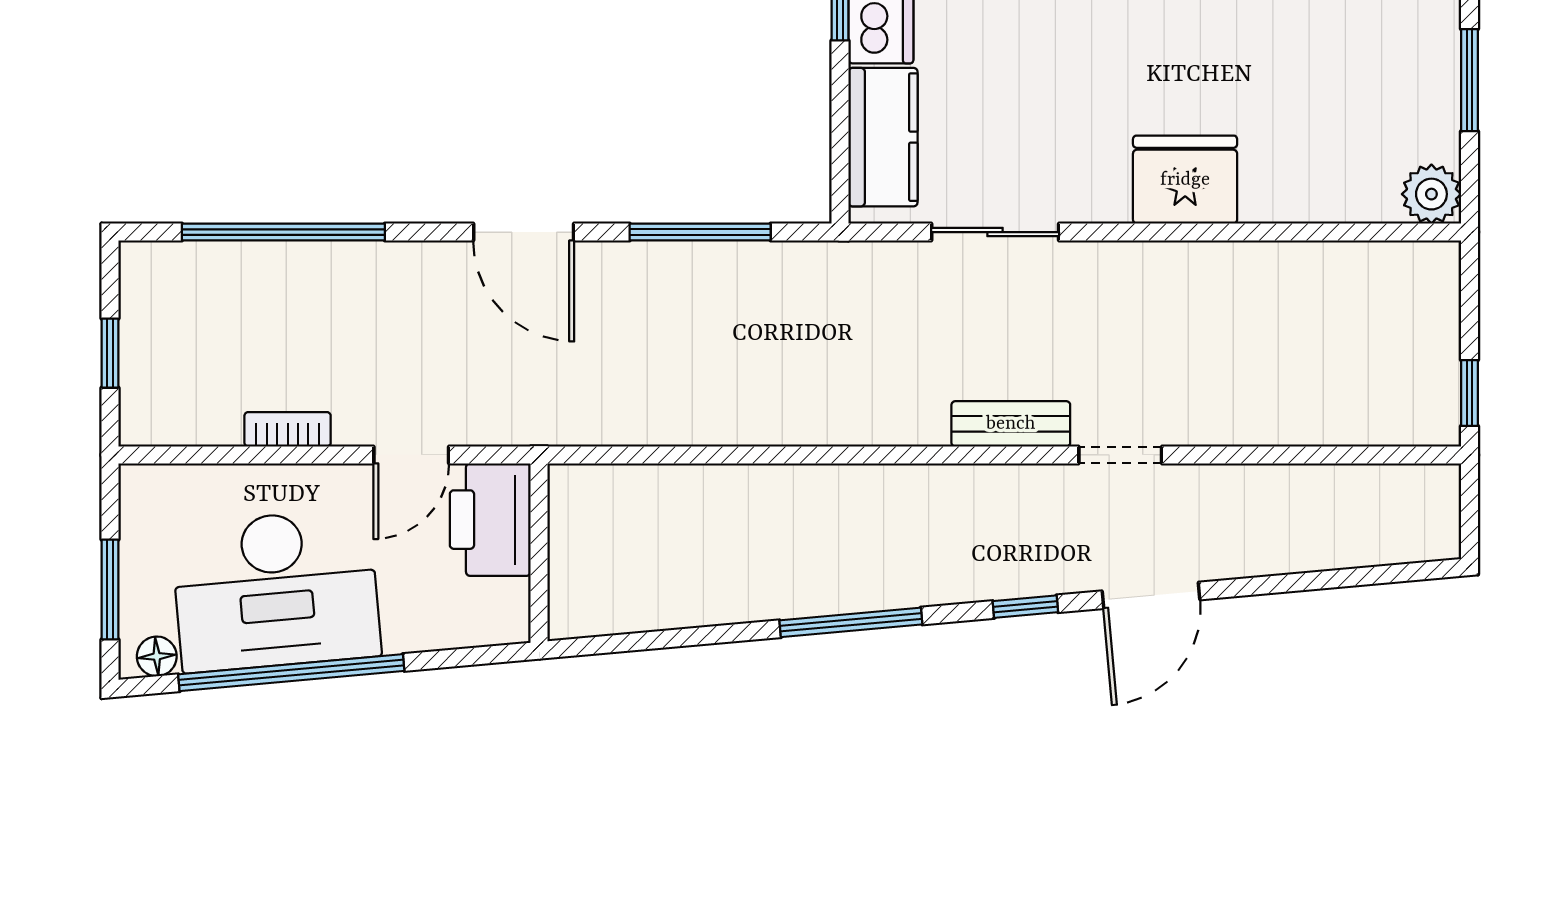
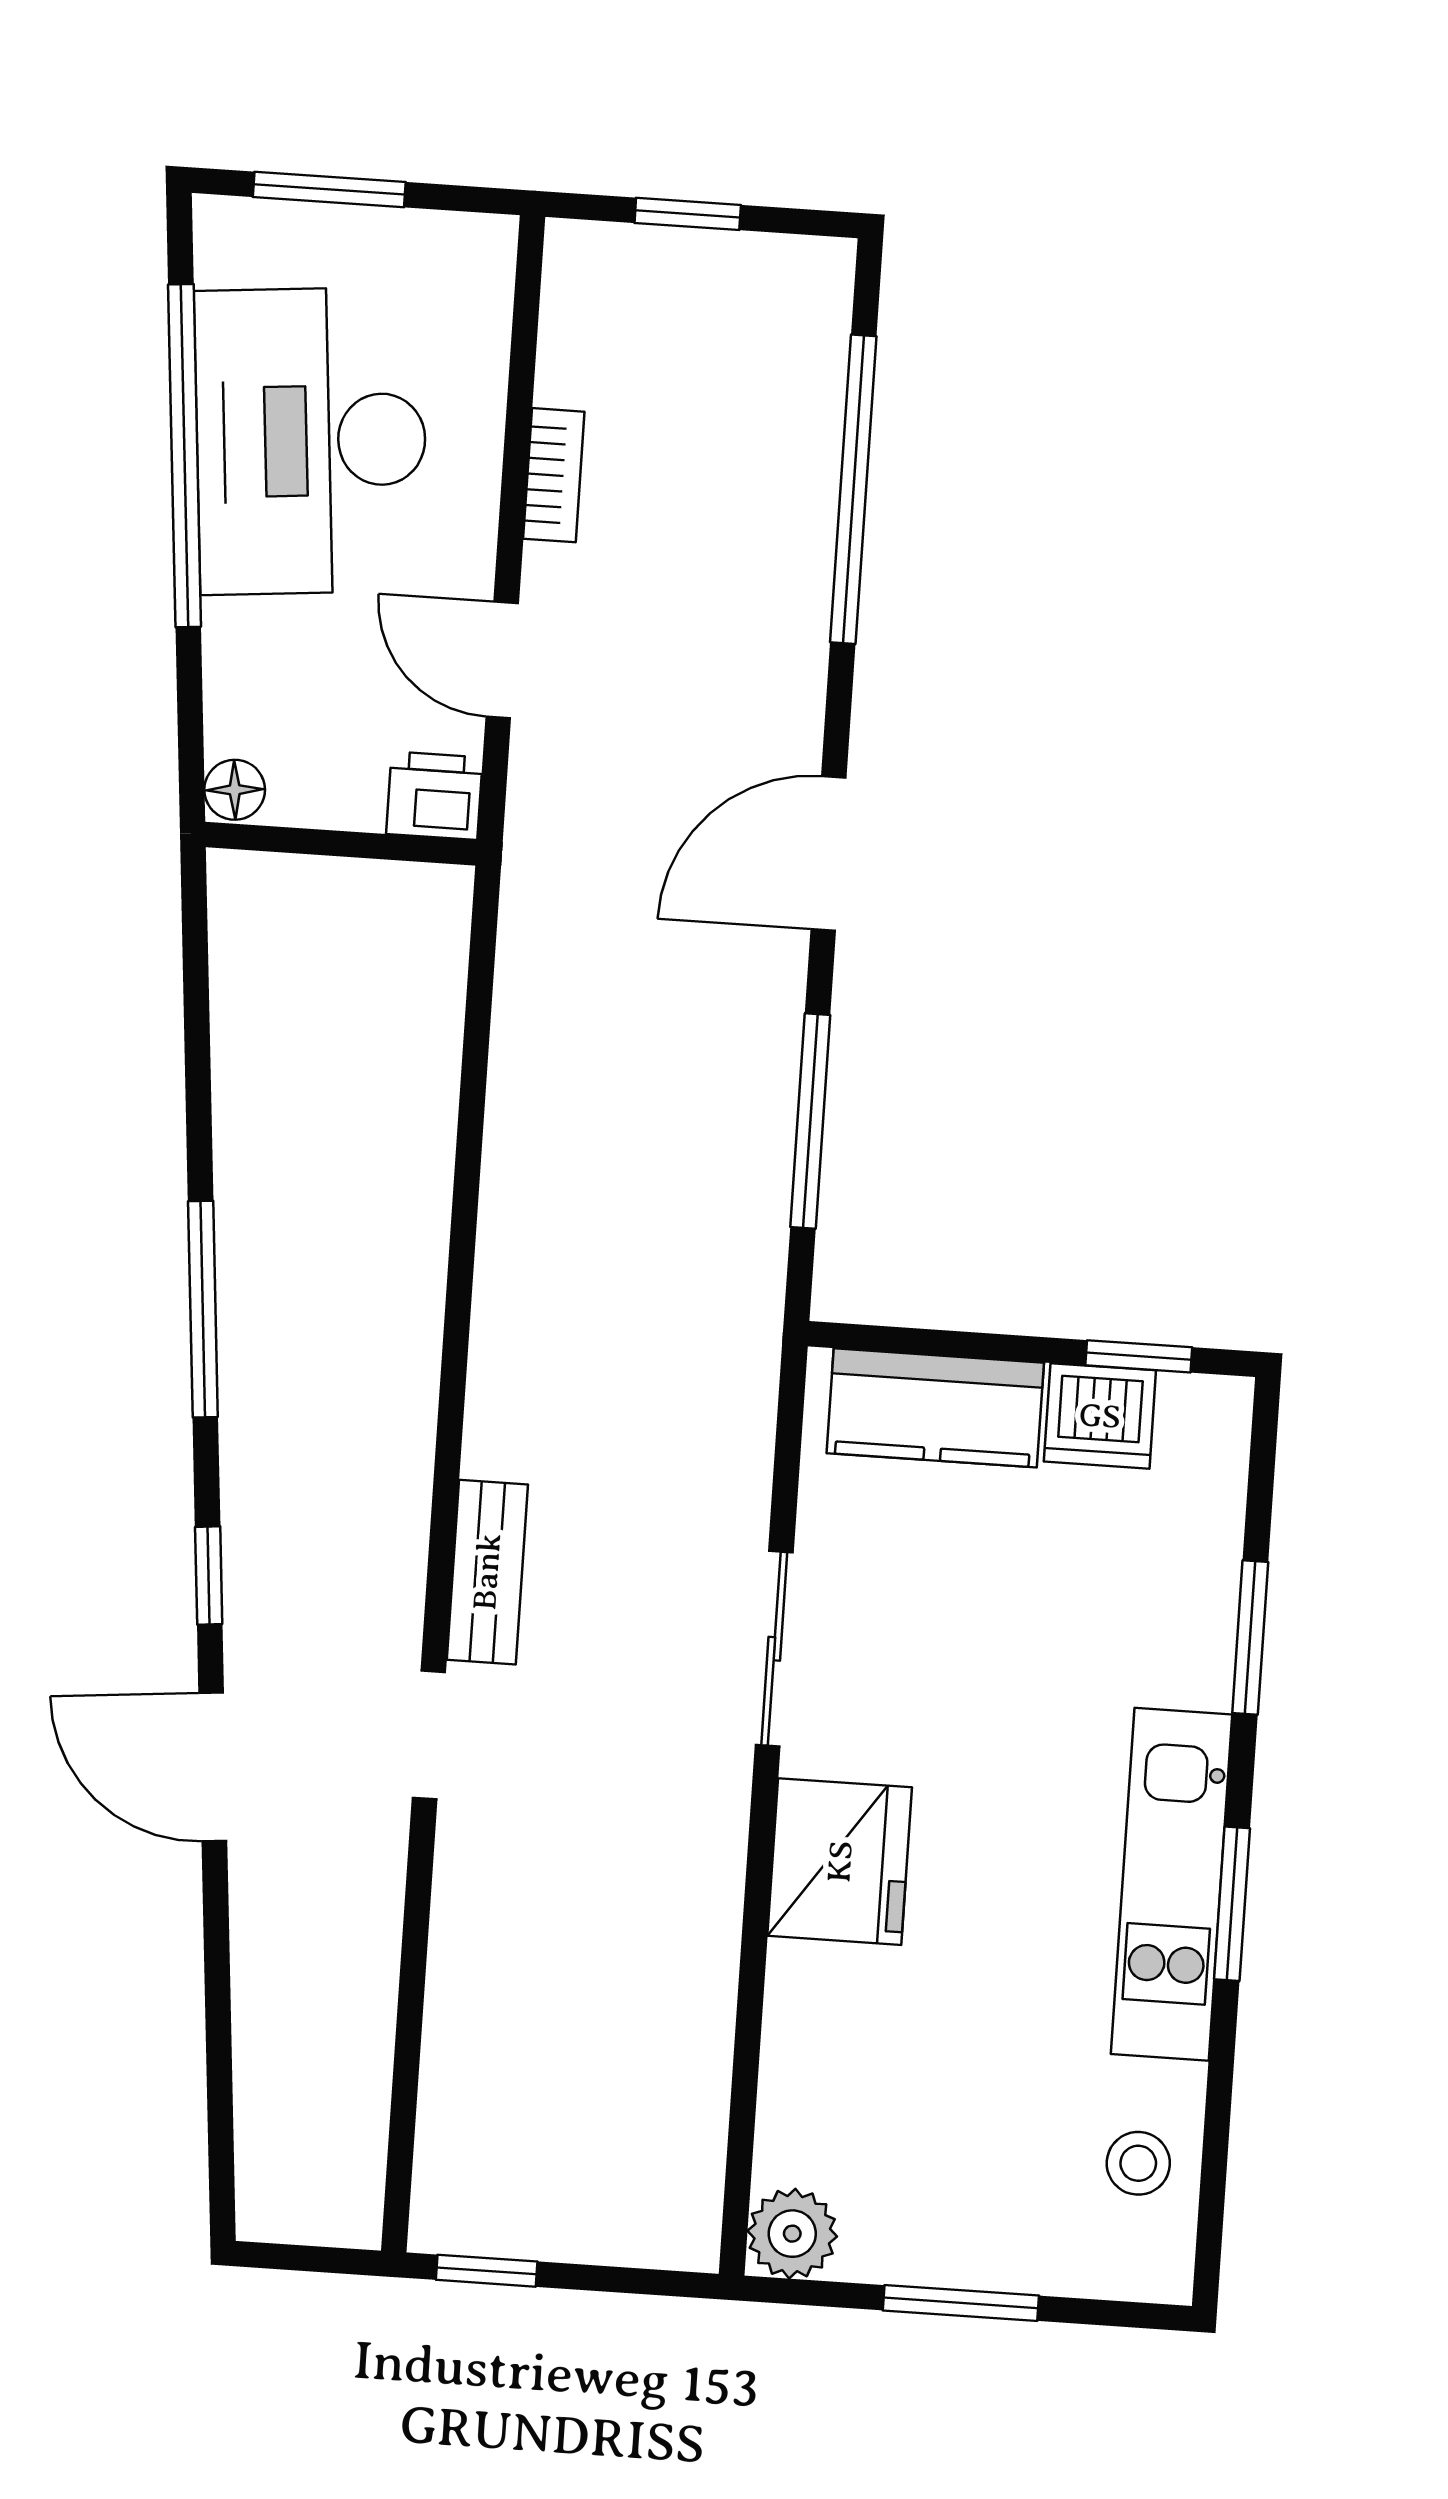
sliding door: (995, 232) -> (774, 1649), moved
printer: (490, 520) -> (434, 796), width x0.53, depth x0.68
floor lamp: (157, 656) -> (235, 790), moved

